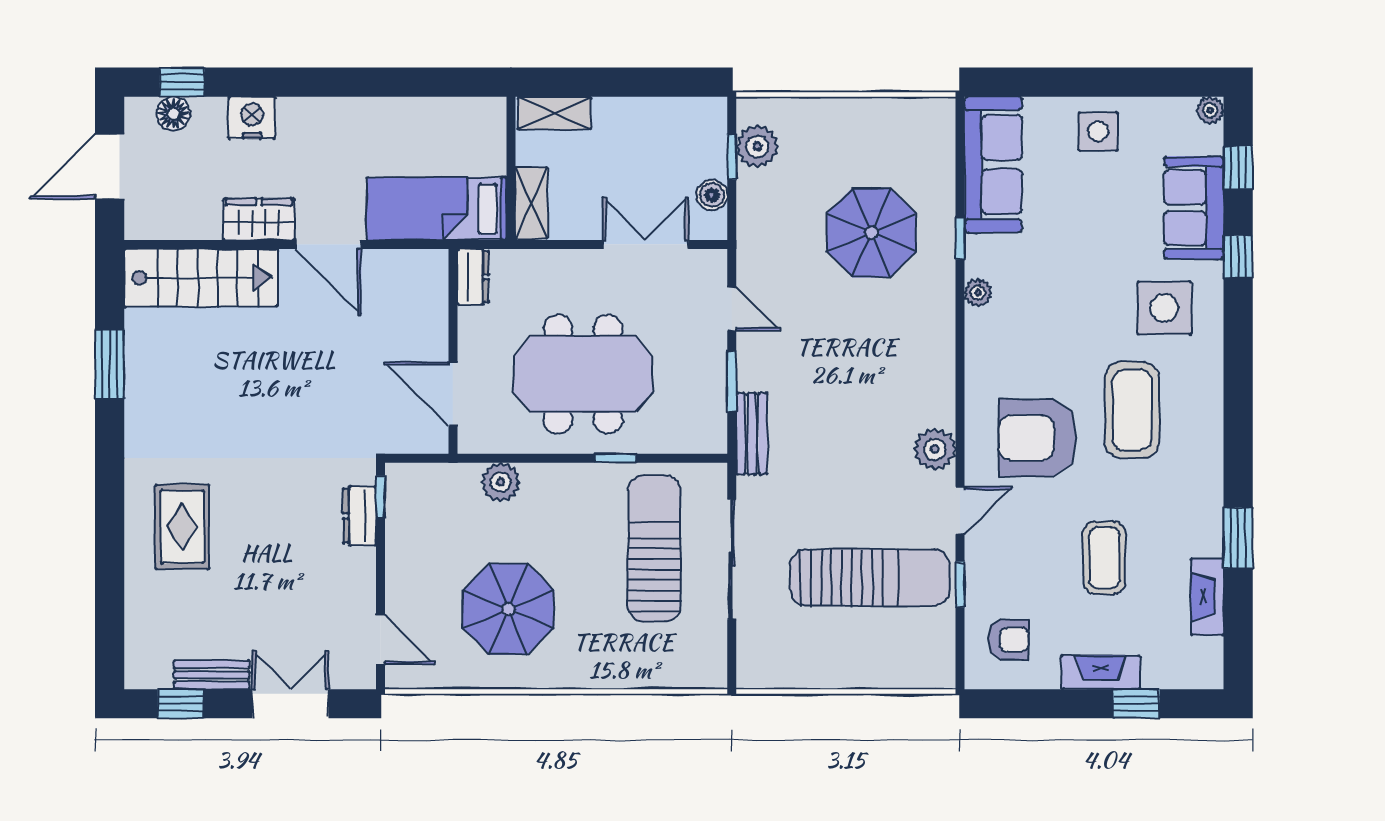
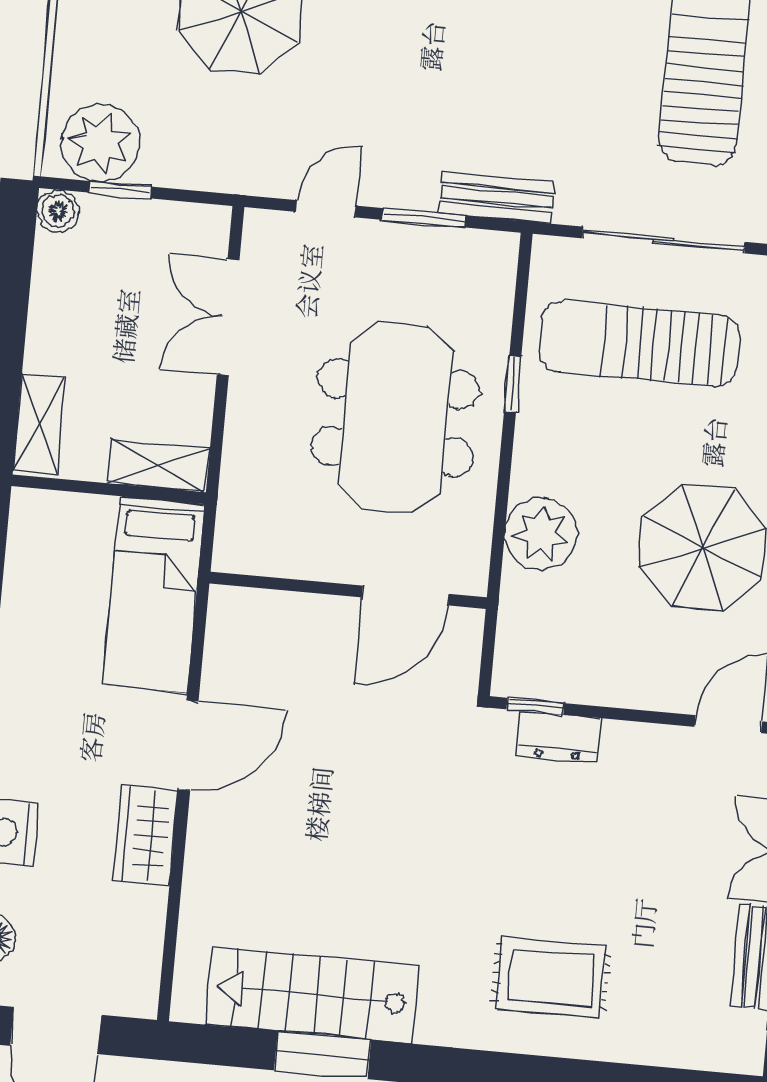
plant: (757, 146) -> (100, 143), width x1.36, depth x1.36
boiler: (712, 195) -> (58, 211), moved
dresser: (473, 277) -> (250, 554), removed
stairs: (201, 278) -> (312, 995), moved, turned -90
plant: (501, 482) -> (541, 534), width x1.36, depth x1.36

